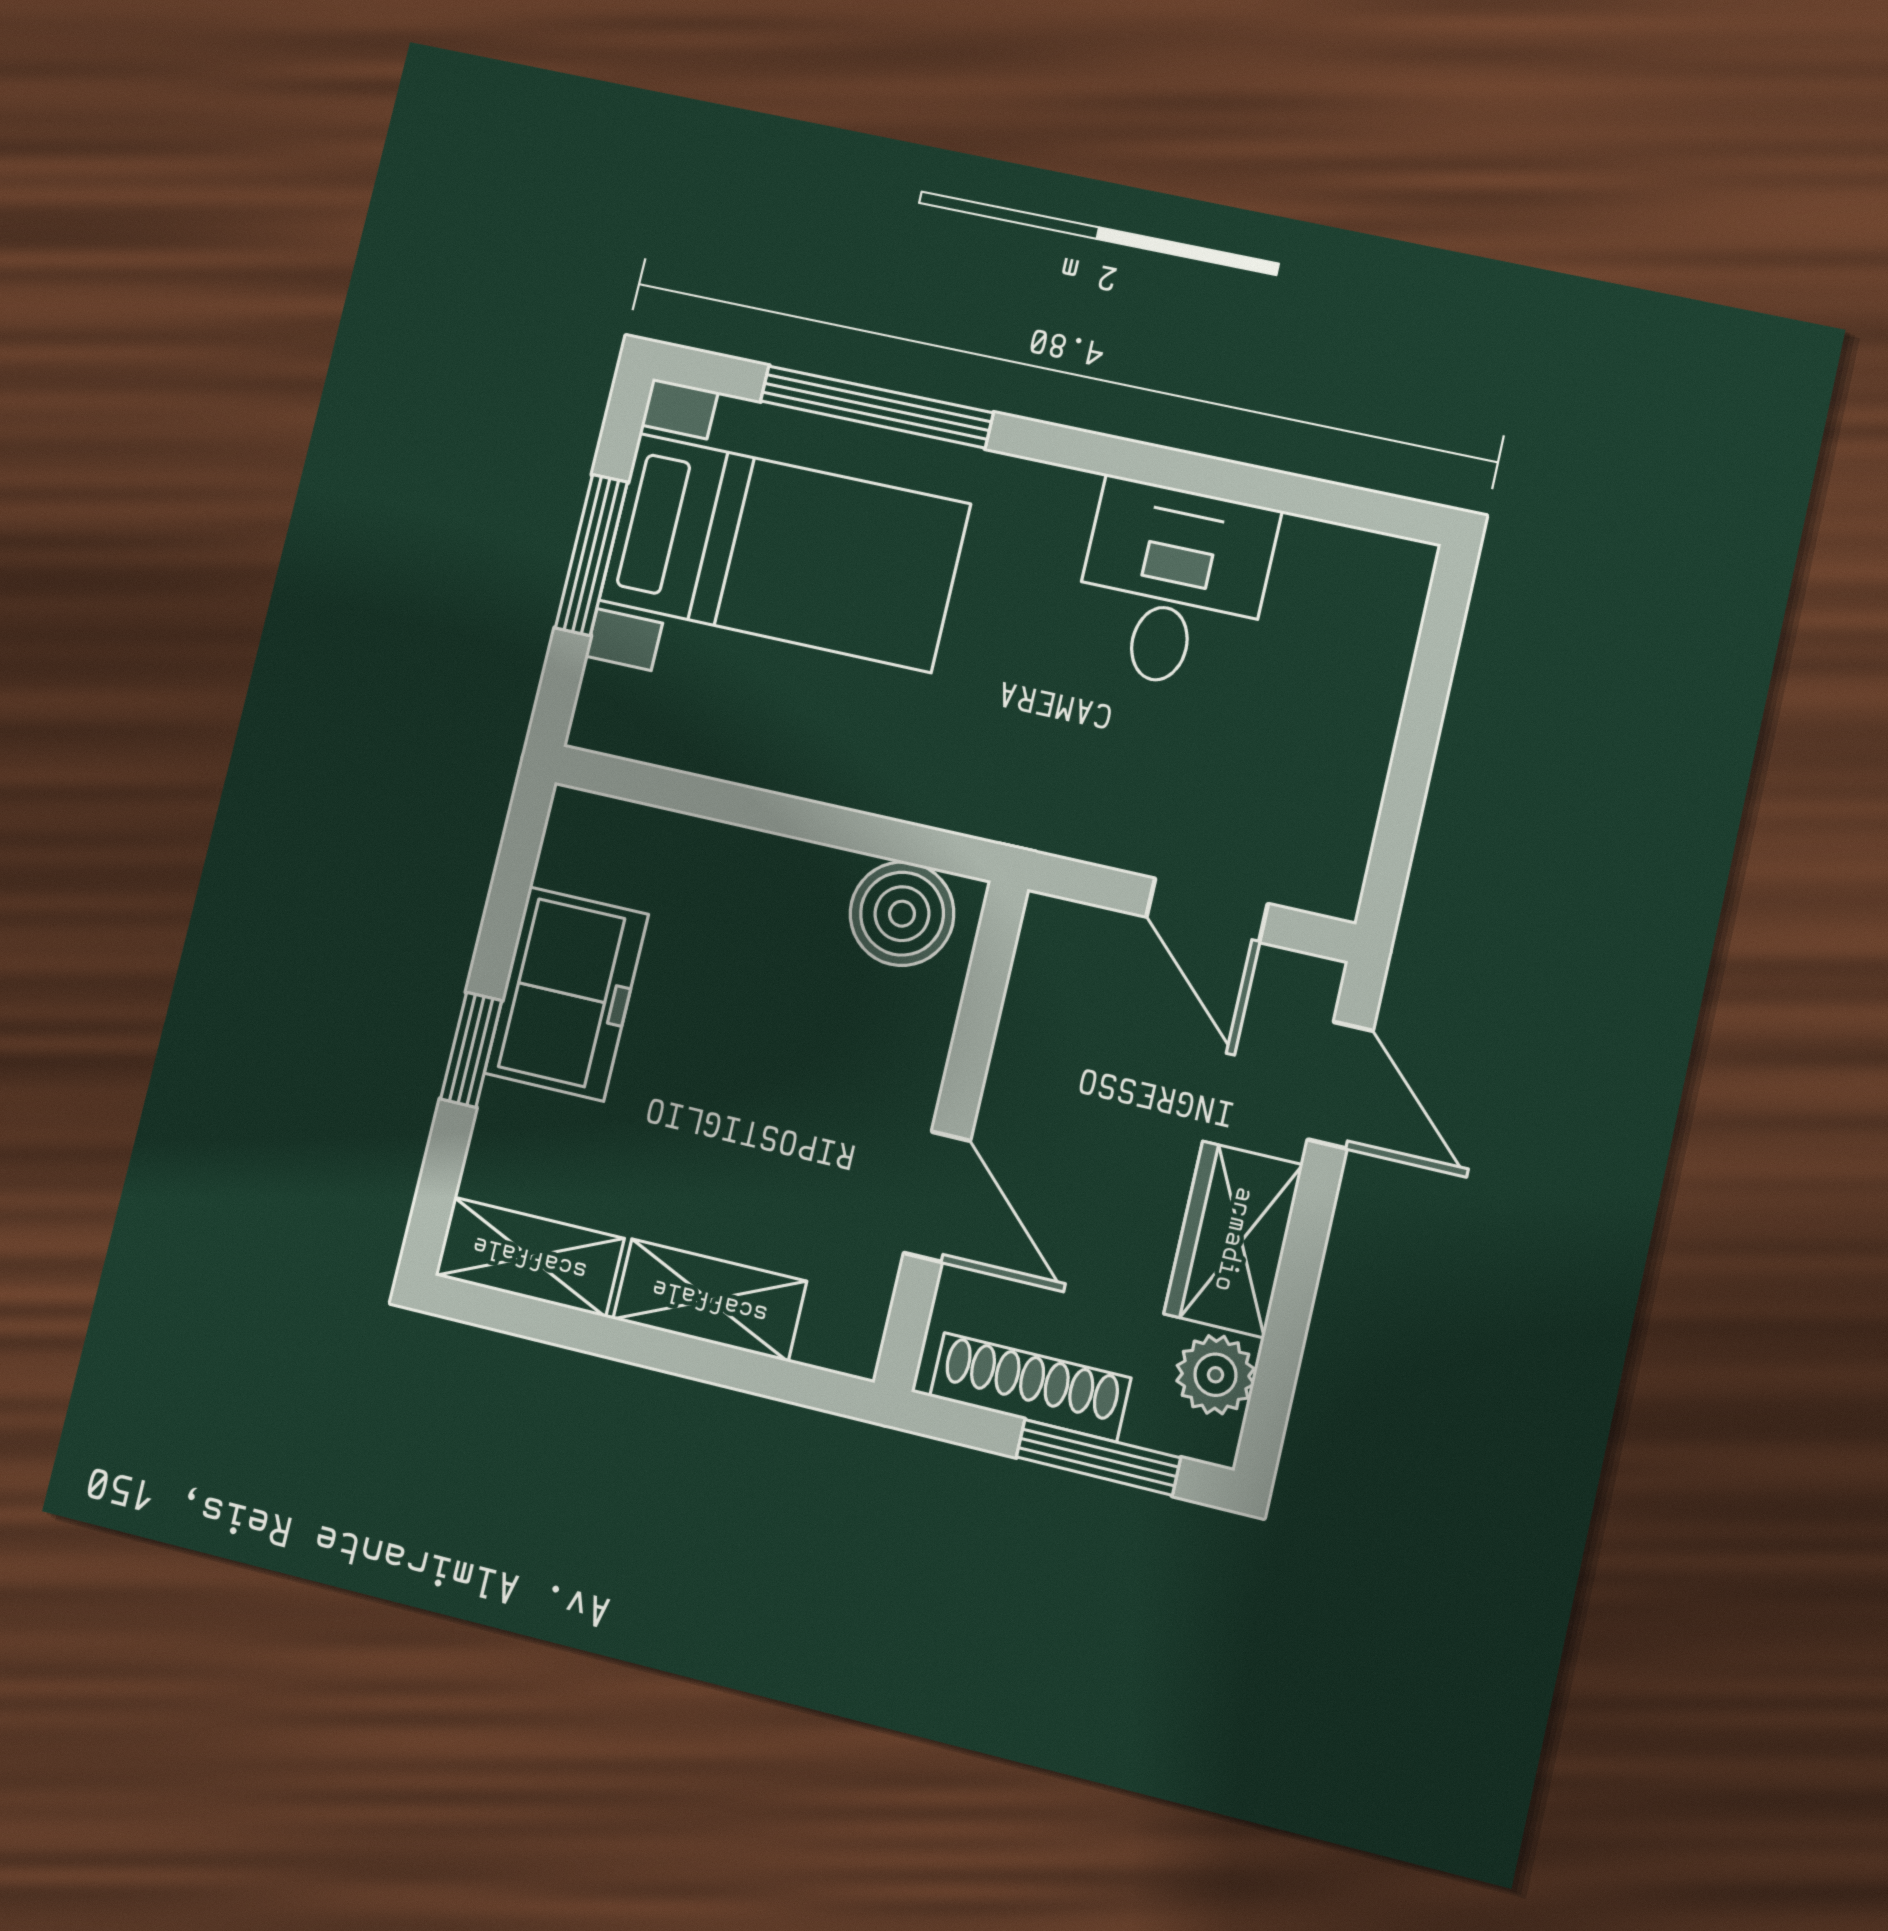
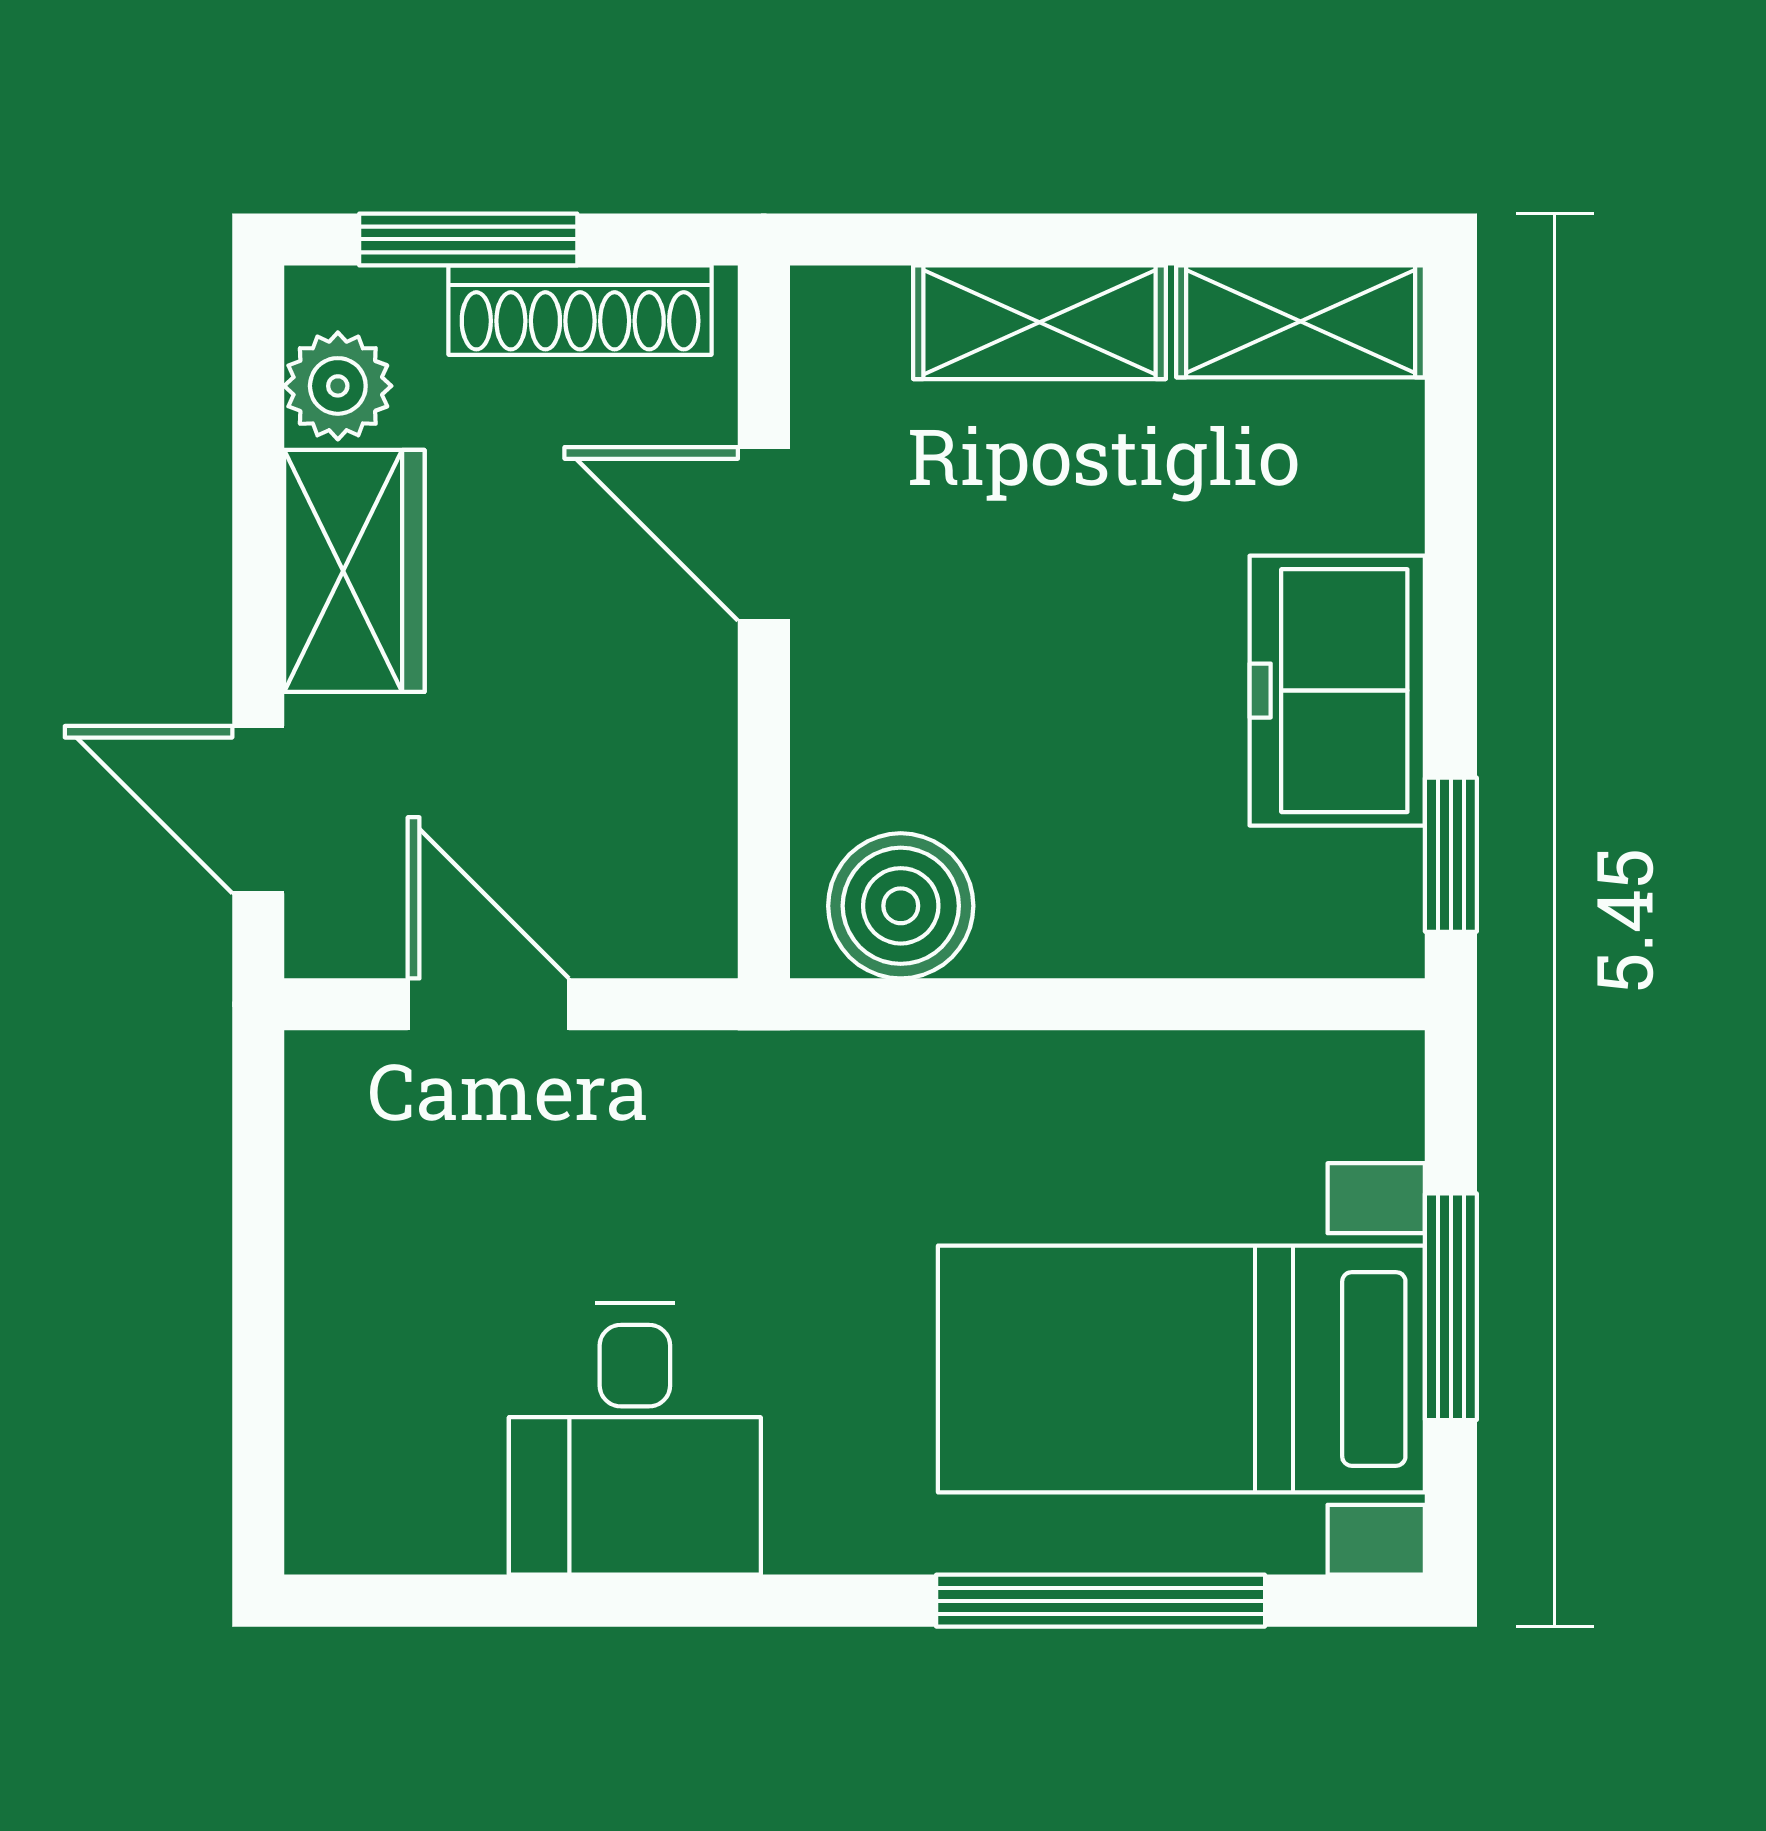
window: (471, 1050) -> (1451, 855), moved

